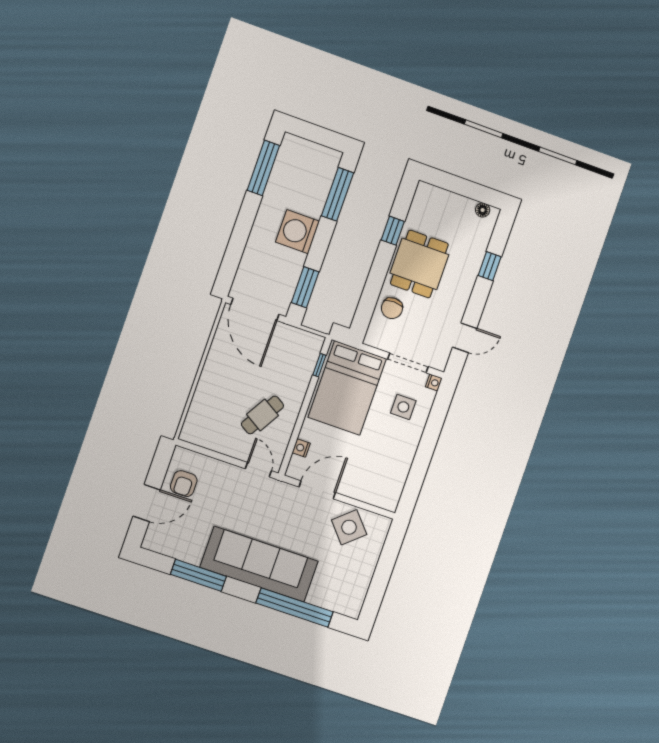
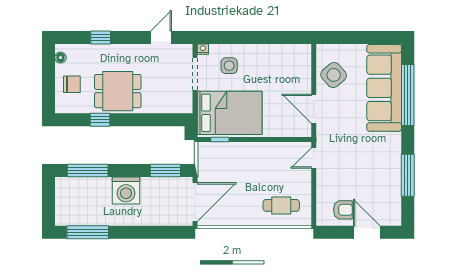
chair: (392, 308) -> (72, 84), moved
door: (465, 338) -> (161, 37), hinge flipped
cafe table: (263, 415) -> (281, 205), moved, turned -31
nightstand: (301, 448) -> (286, 132), removed
sofa: (259, 564) -> (384, 88), moved

